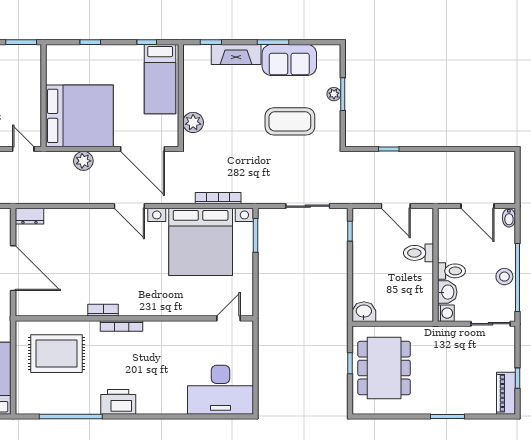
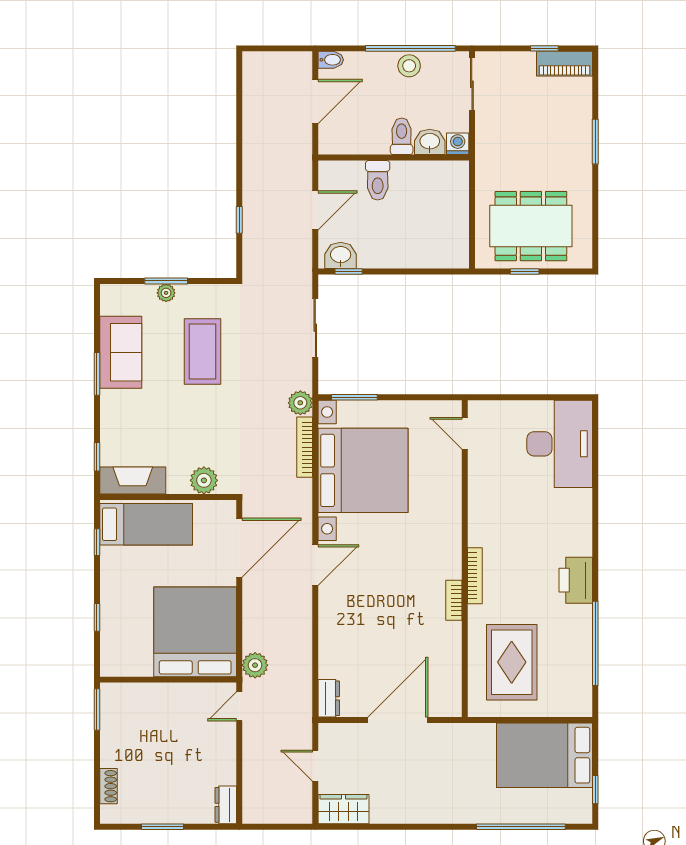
fireplace: (236, 54) -> (133, 481), moved, turned -90
plant: (83, 161) -> (255, 665), moved
plant: (251, 195) -> (300, 403), added
washbasin: (364, 312) -> (341, 255), moved, turned 90

